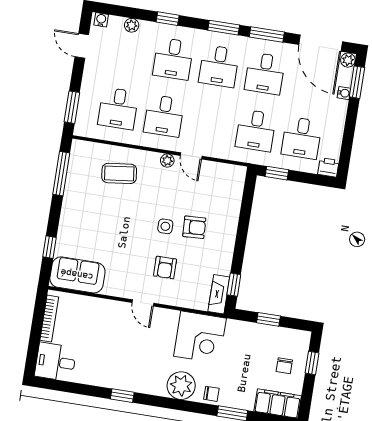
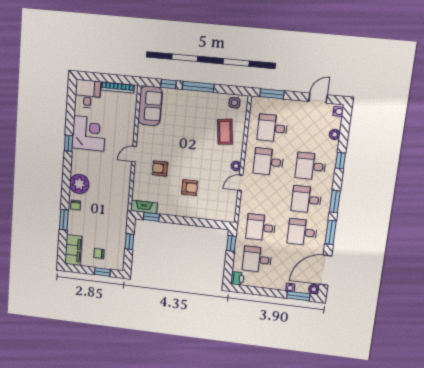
window: (61, 174) -> (198, 87), moved
side table: (165, 226) -> (234, 103), moved
armchair: (194, 227) -> (190, 188), turned -87
corner desk: (200, 337) -> (89, 133), moved, turned 180

